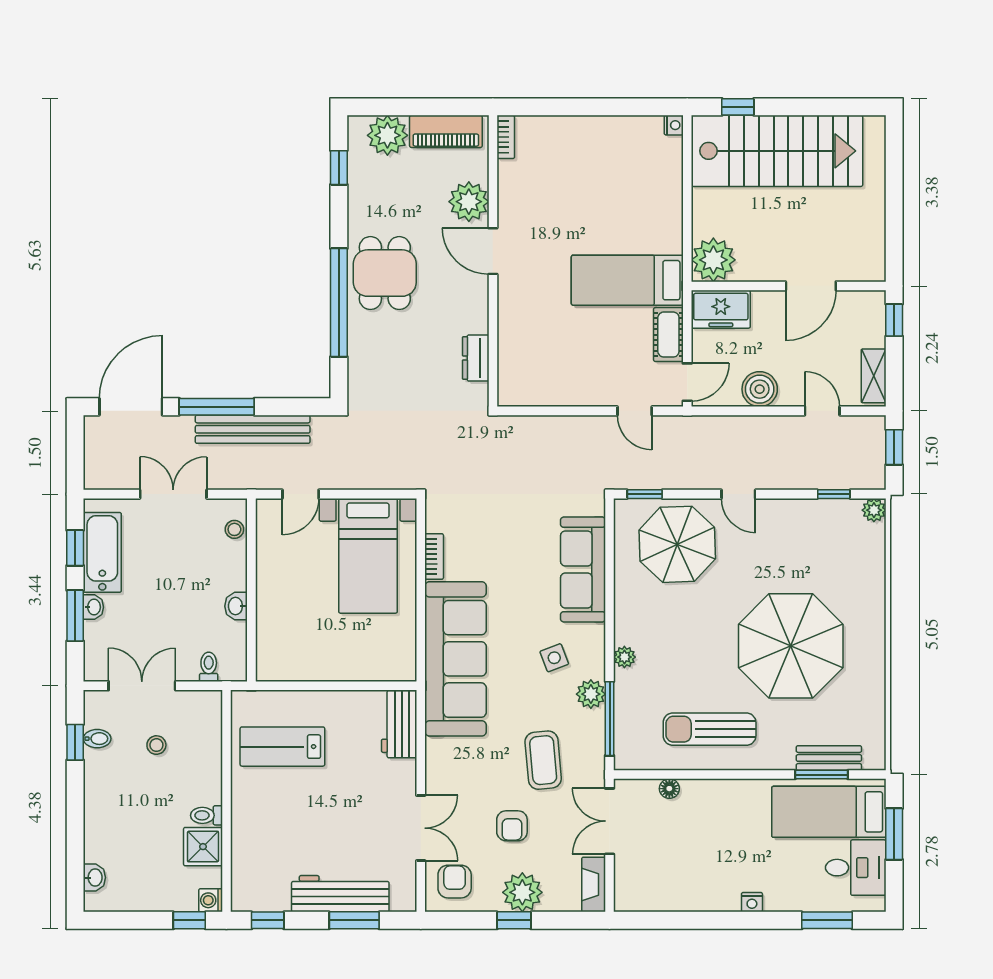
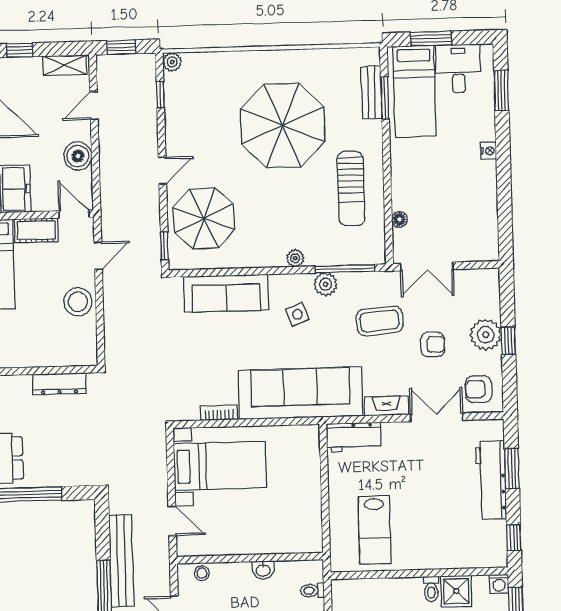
dresser: (476, 358) -> (59, 384), width x1.44
stool: (578, 384) -> (78, 302), added
fireplace: (594, 885) -> (386, 406), moved, turned 180

